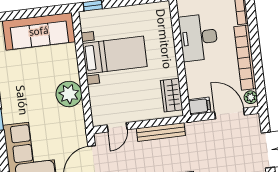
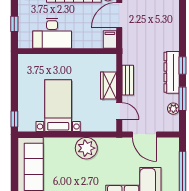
wardrobe: (172, 95) -> (109, 86), moved, turned 90
bench: (161, 132) -> (128, 80), width x0.73

